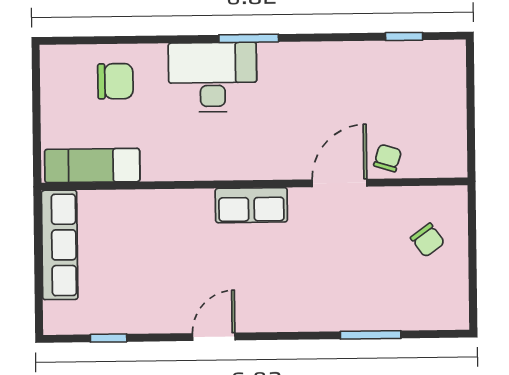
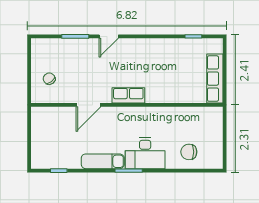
chair: (388, 158) -> (67, 116), removed
exam couch: (92, 165) -> (103, 161), moved, turned 180
door: (214, 337) -> (109, 36), moved

